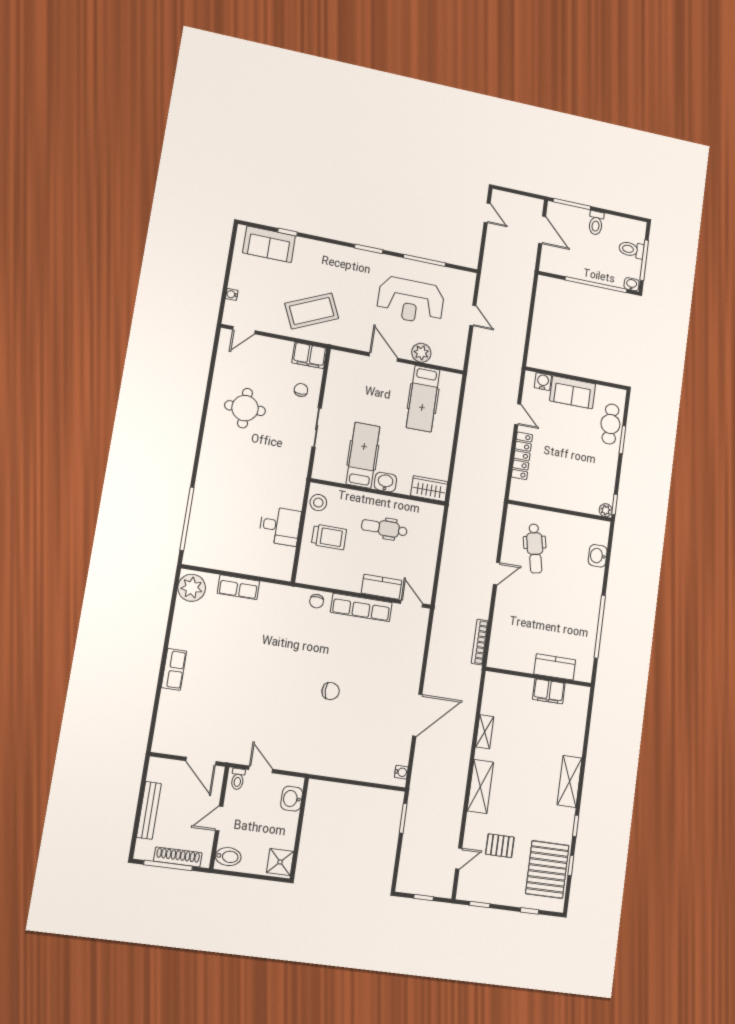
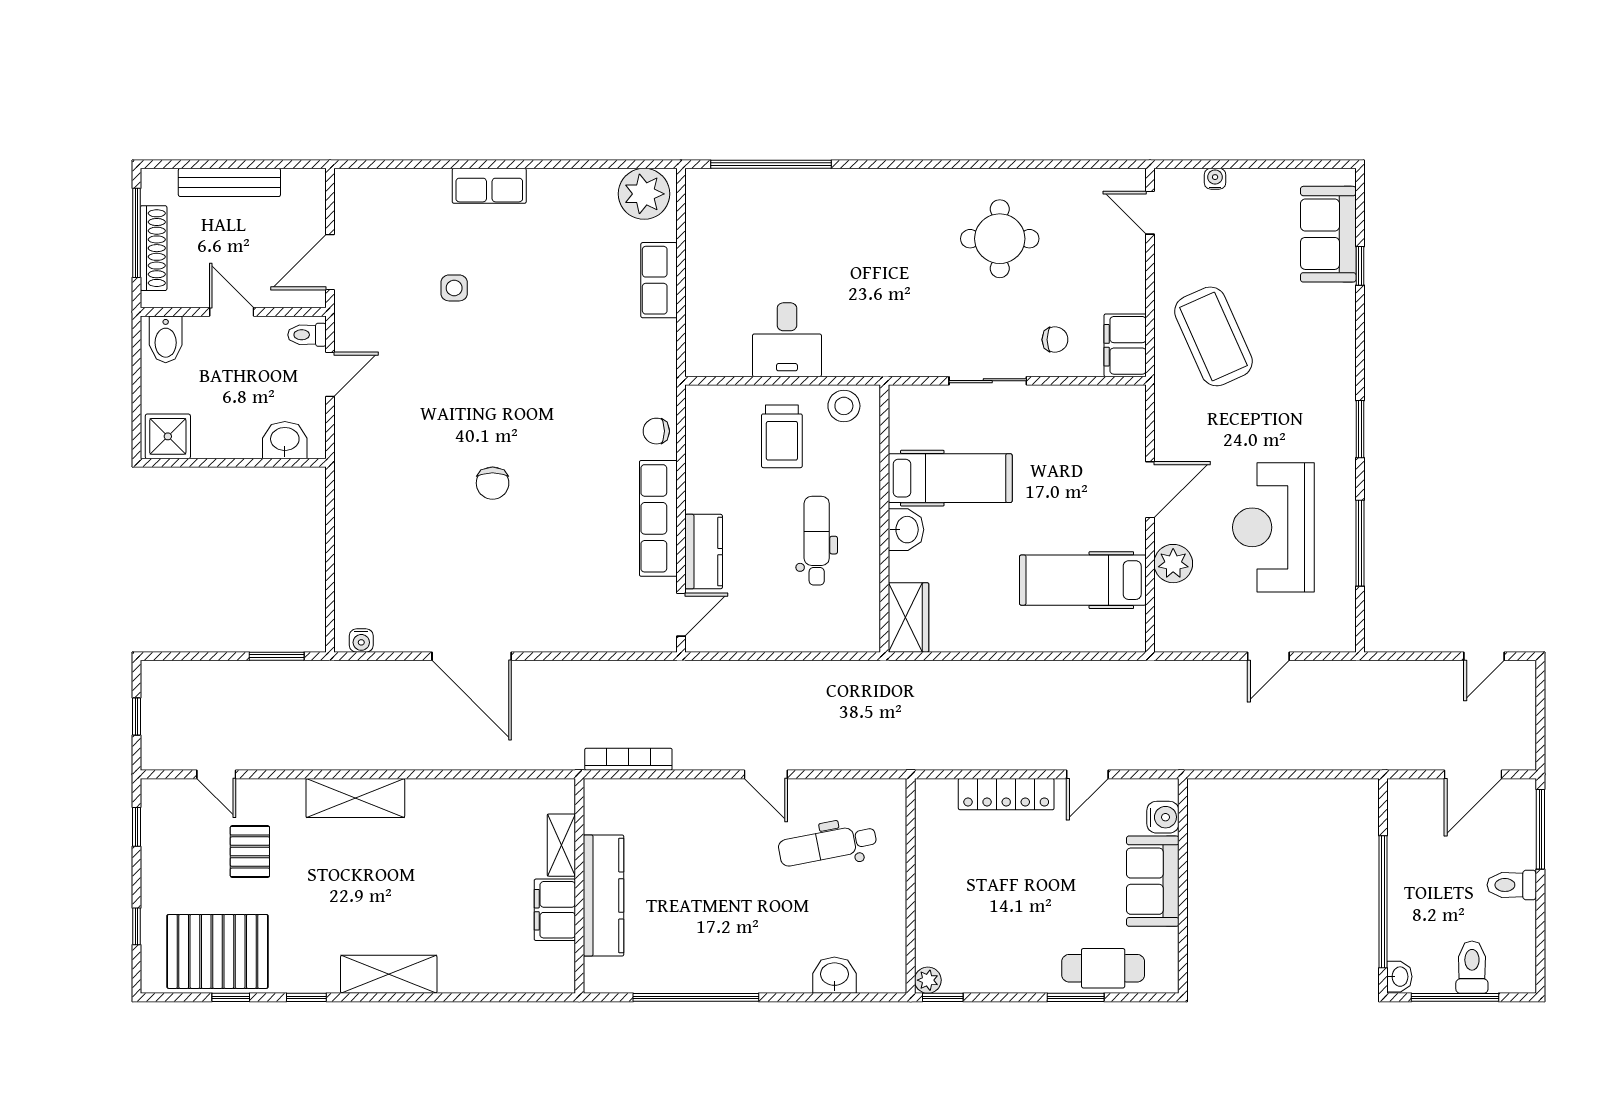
kitchen counter: (555, 667) -> (603, 895), width x1.50
side table: (225, 696) -> (454, 288), added
shelving: (485, 732) -> (561, 845), moved, turned 90

